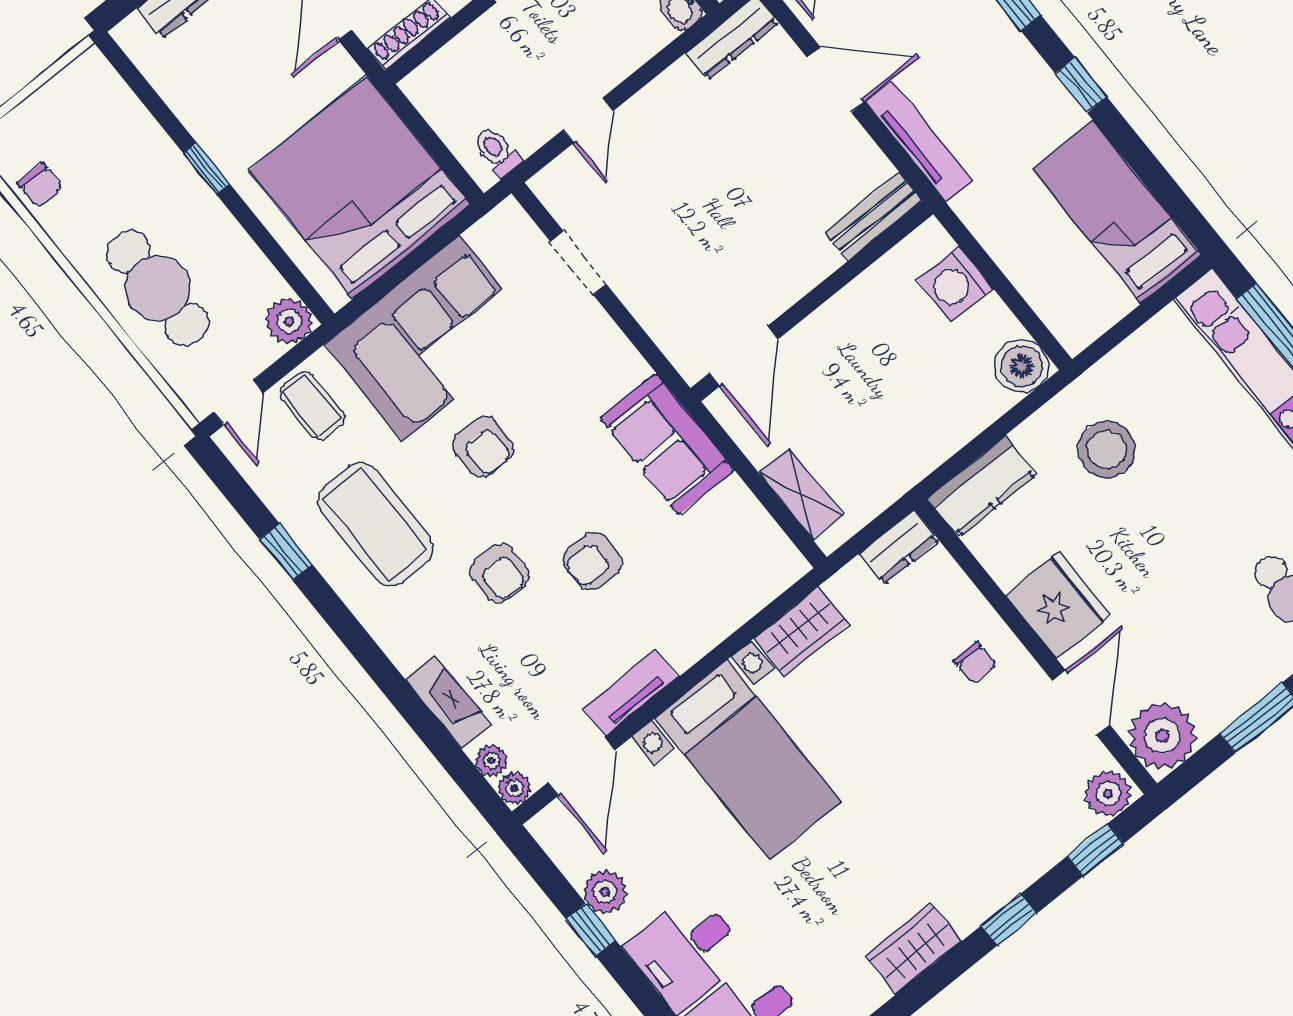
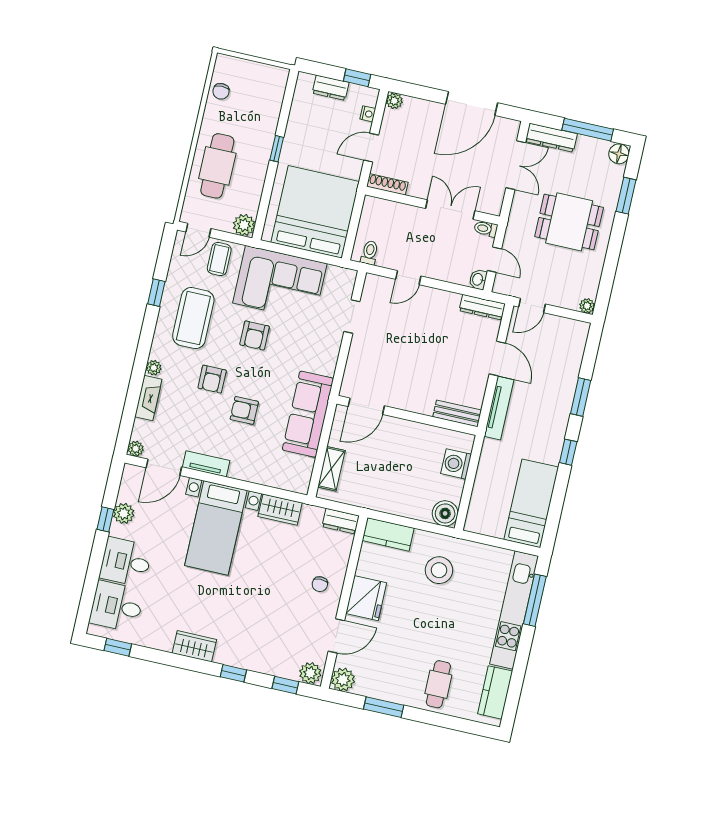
sofa: (667, 444) -> (308, 414), width x1.36
plant: (1162, 736) -> (343, 680), width x0.73, depth x0.73
plant: (491, 761) -> (154, 368), moved

